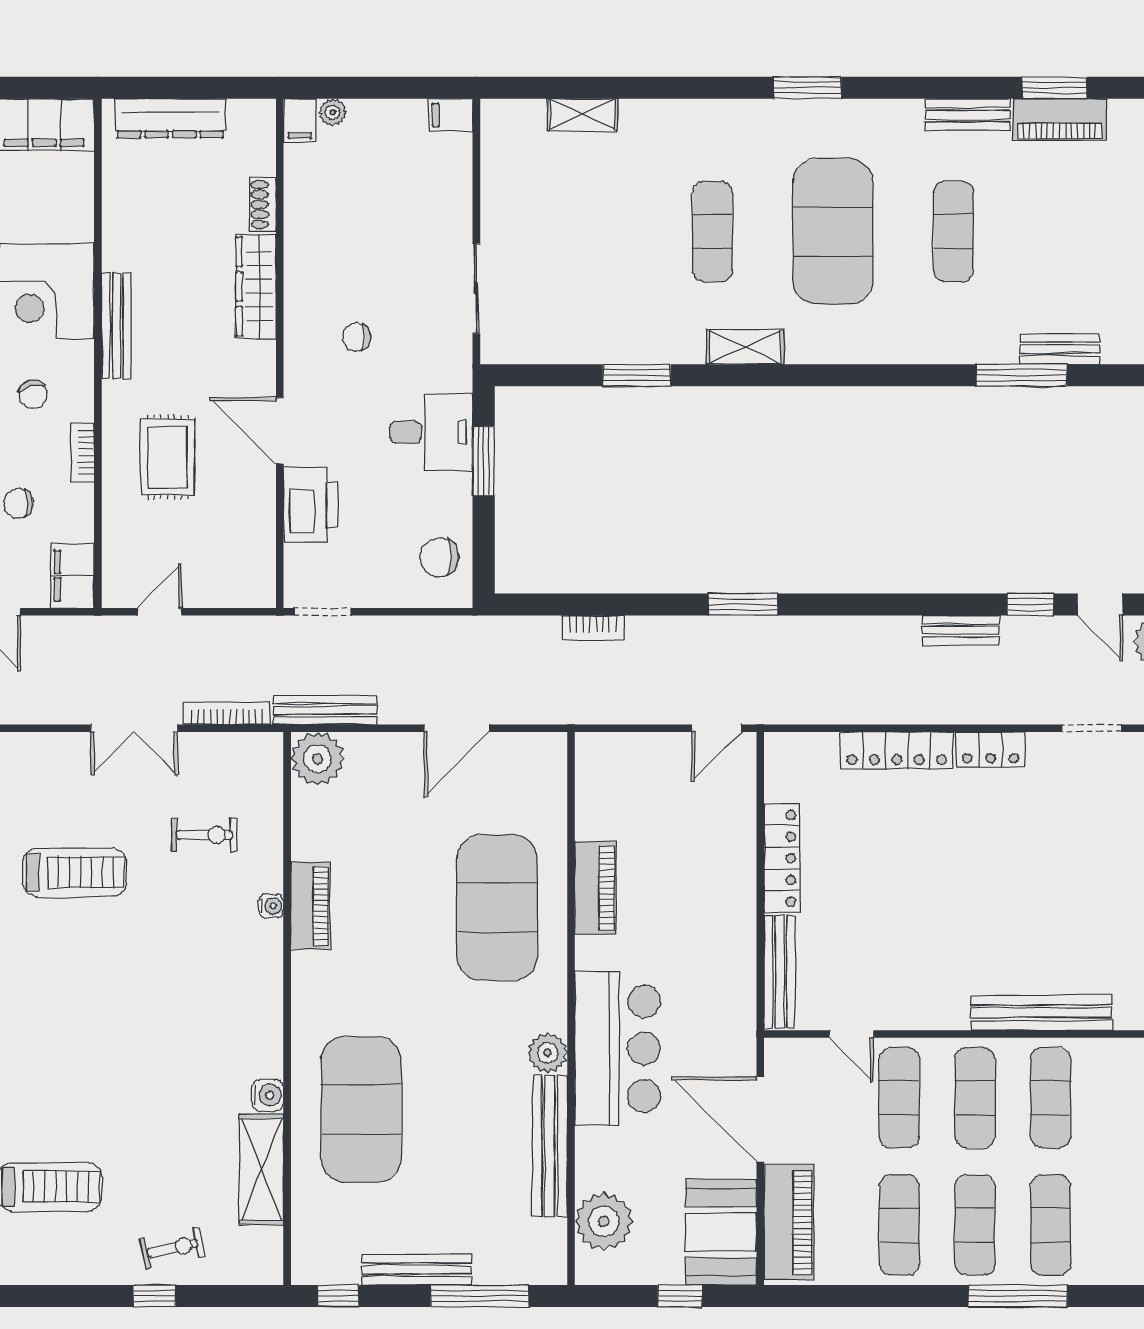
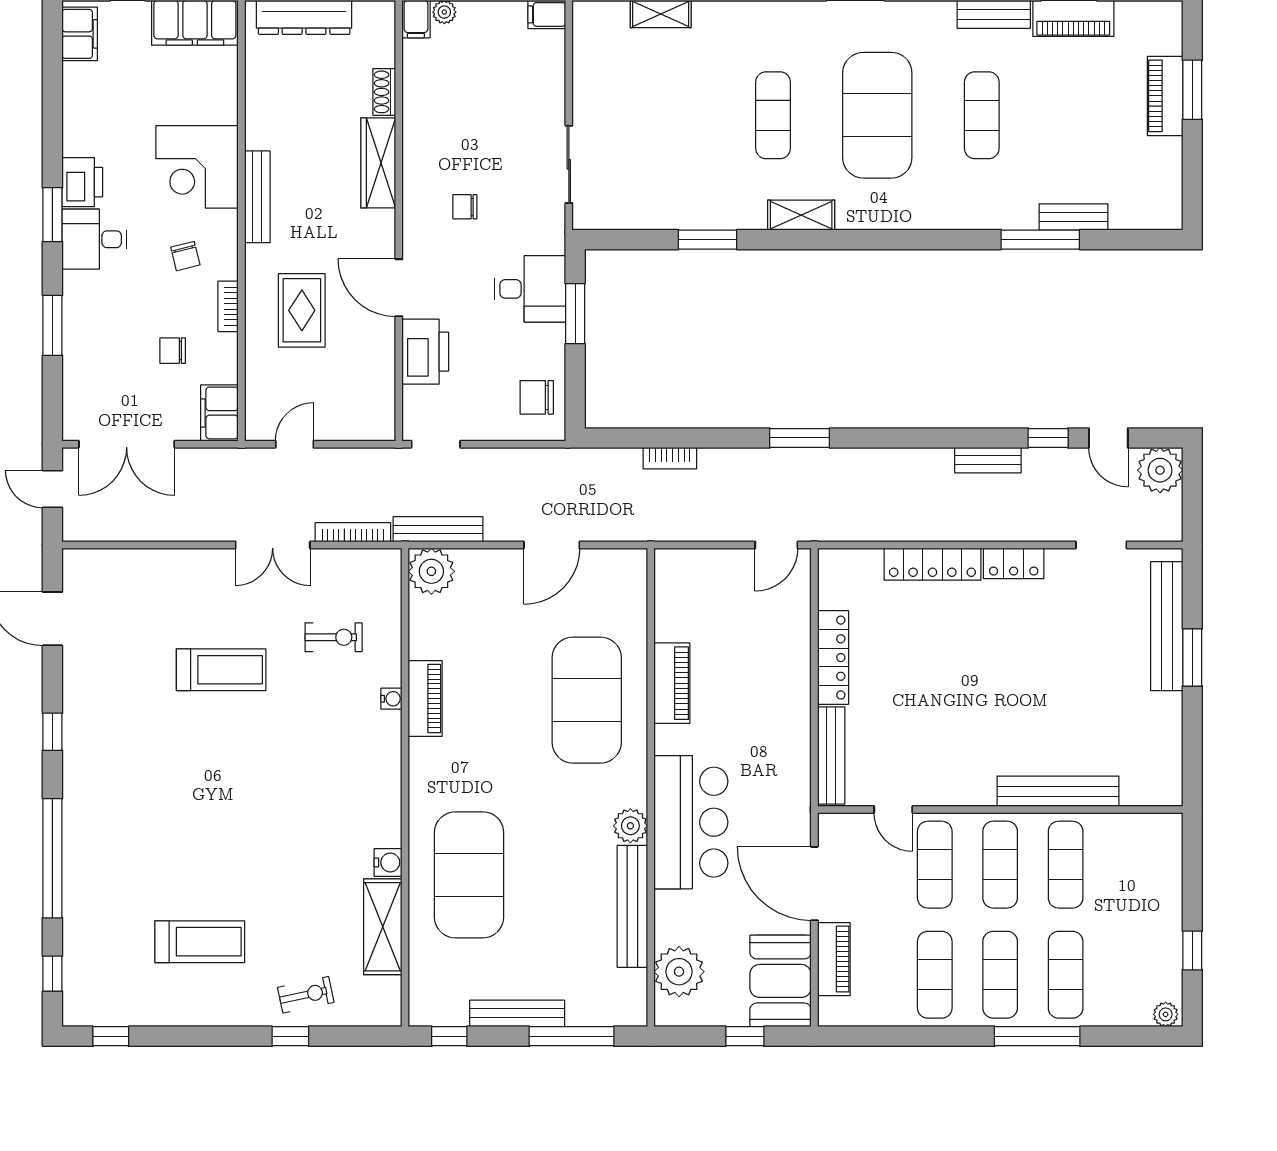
piano: (789, 1222) -> (834, 959), width x0.73, depth x0.75

